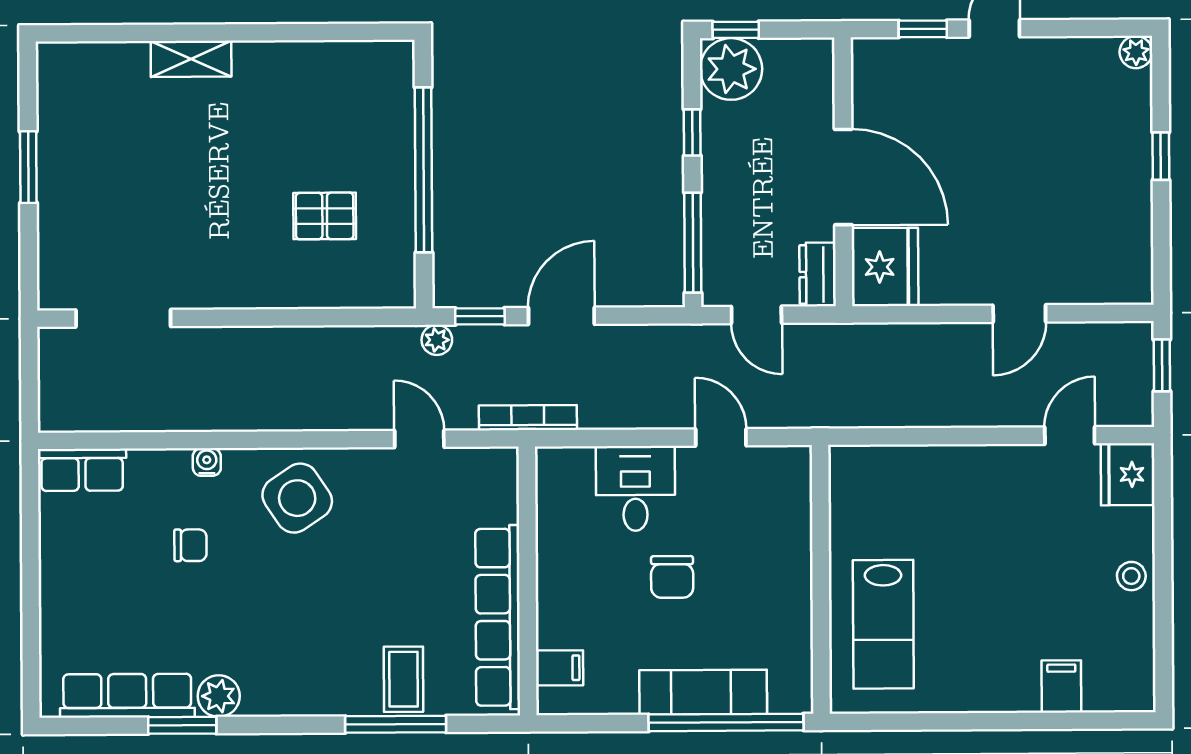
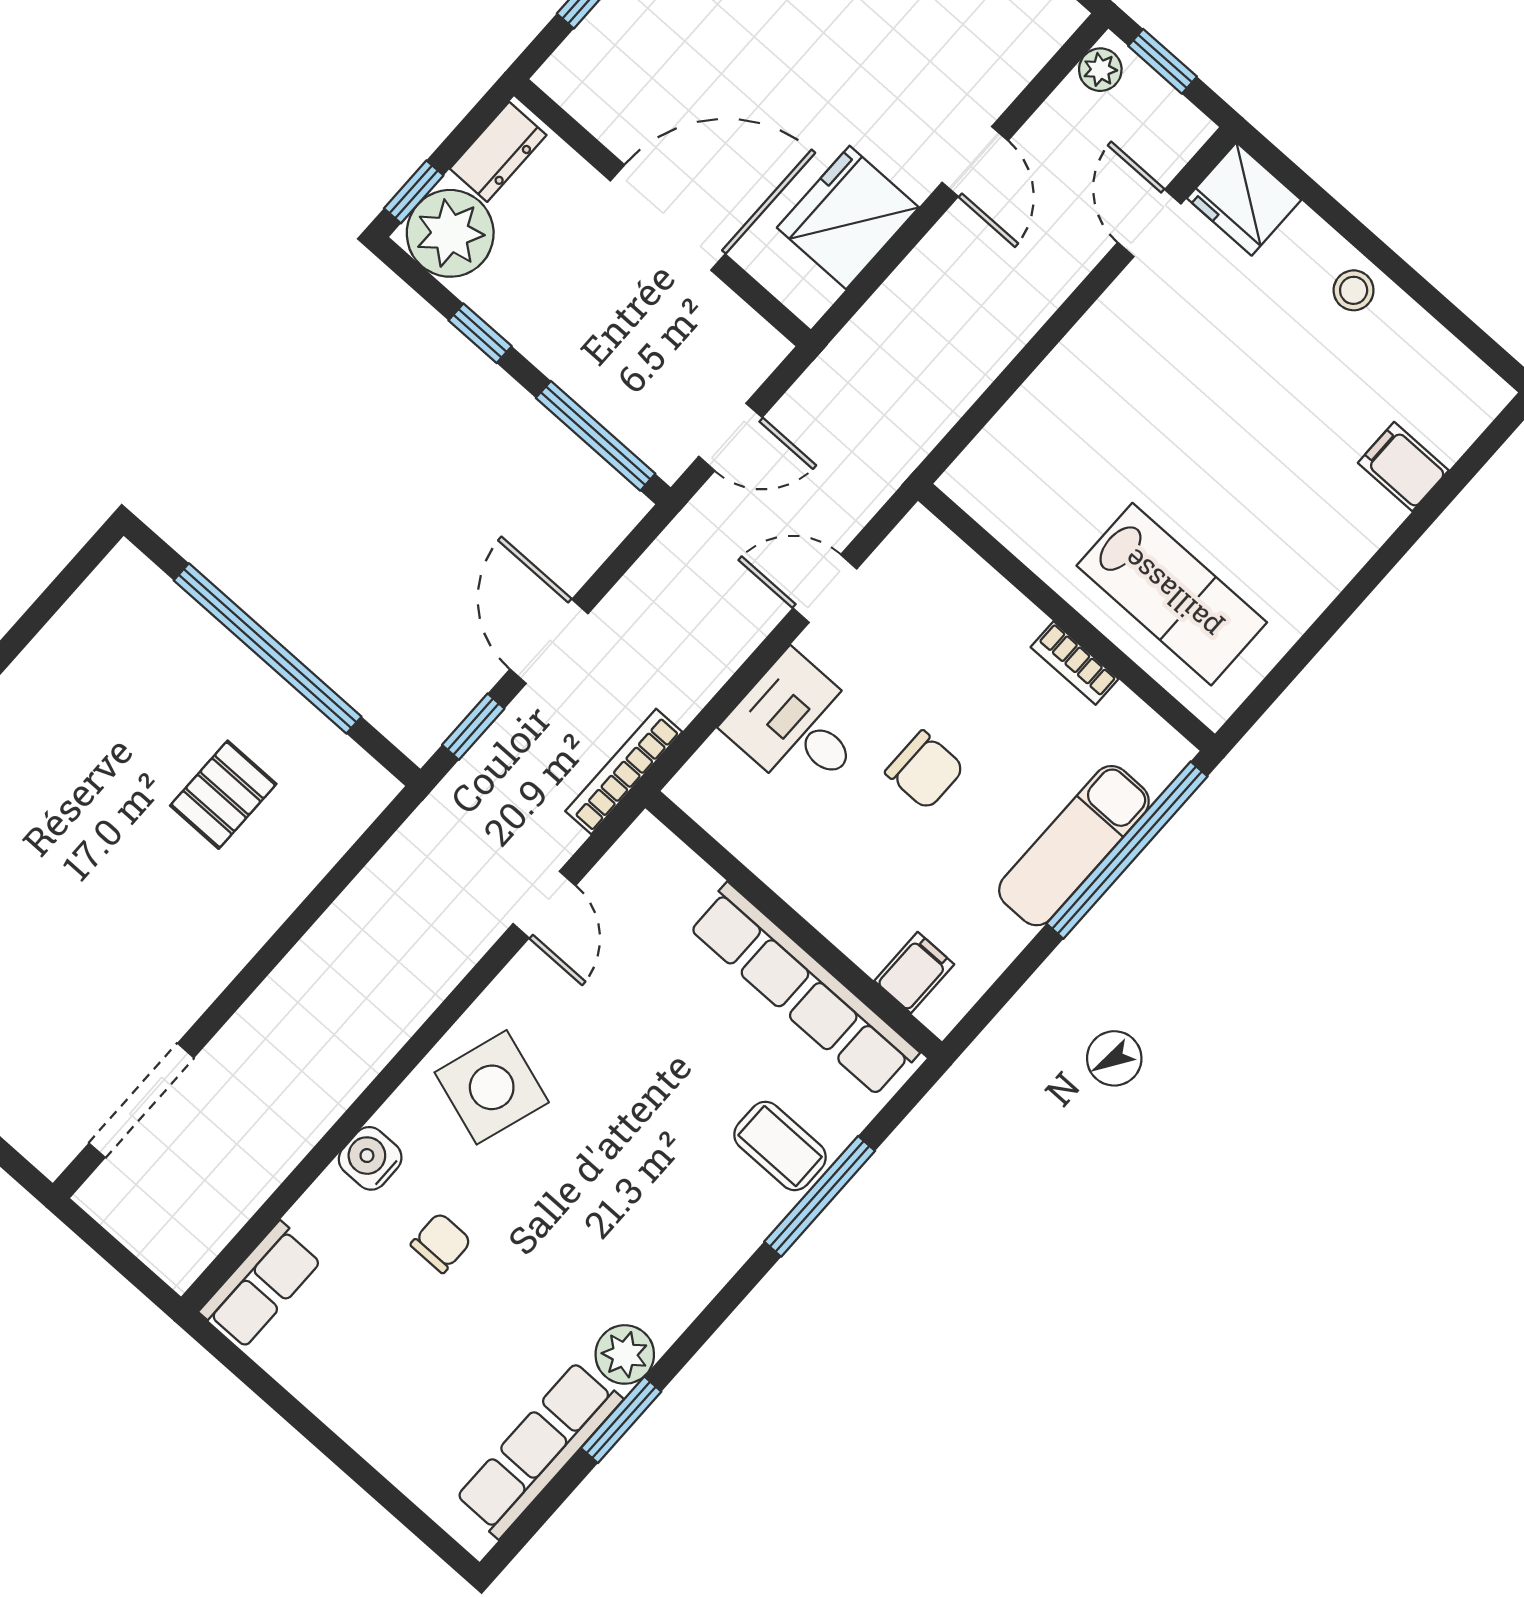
fridge: (885, 267) -> (848, 218), moved, turned -90
dresser: (818, 274) -> (498, 152), moved, turned -90
plant: (437, 340) -> (1100, 70), moved
door: (419, 439) -> (544, 905), swing flipped
water cooler: (207, 462) -> (370, 1158), width x1.38, depth x1.38
side table: (297, 498) -> (492, 1087), turned -38
bookcase: (800, 605) -> (1075, 663), added

